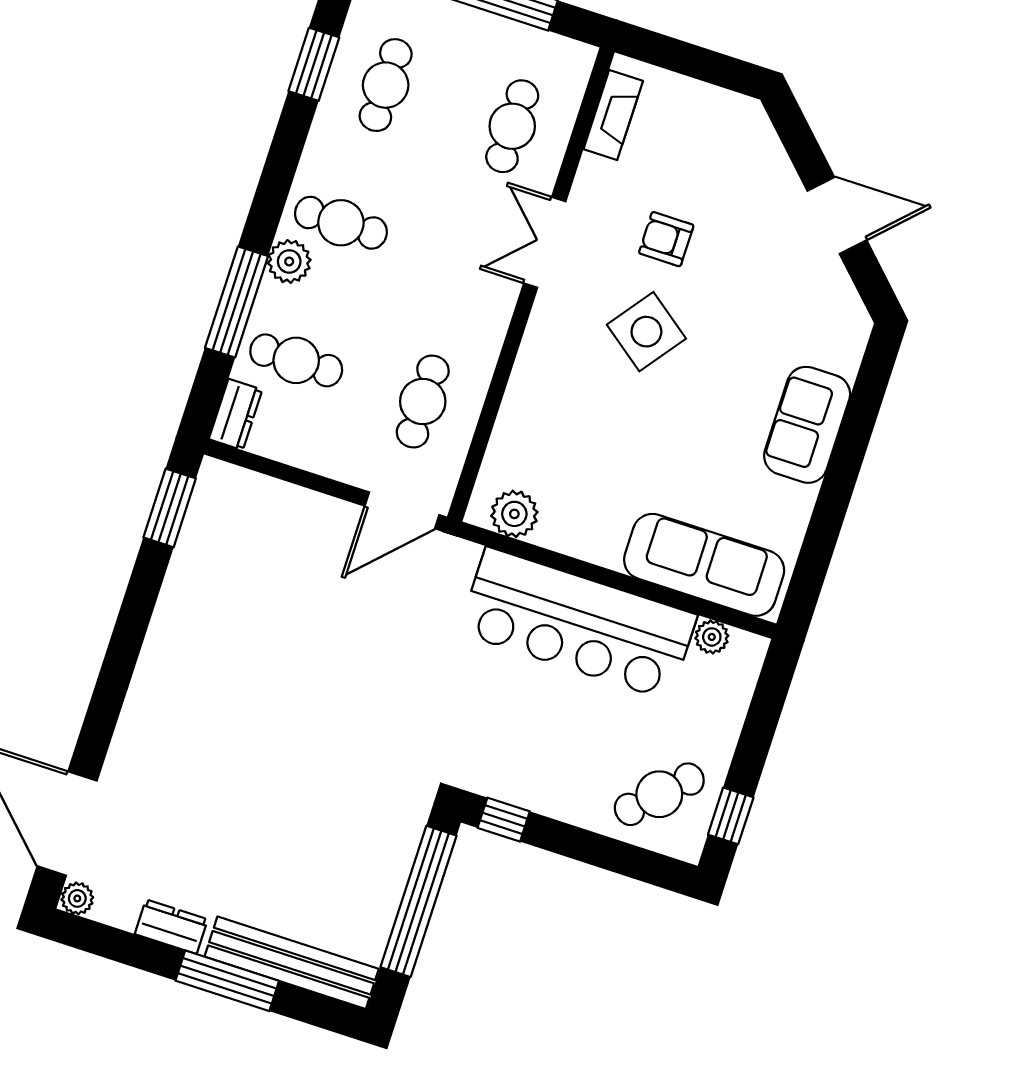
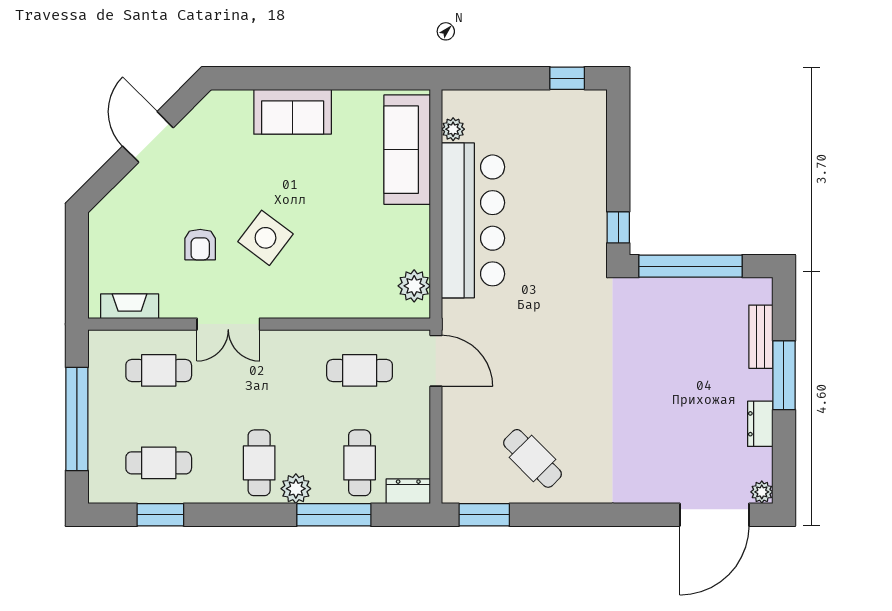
cafe table: (659, 794) -> (533, 458), moved
bench: (292, 963) -> (761, 337), width x0.54, depth x0.82

